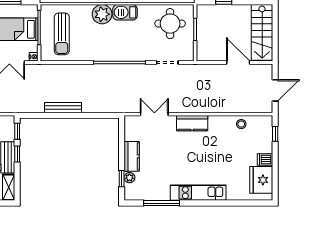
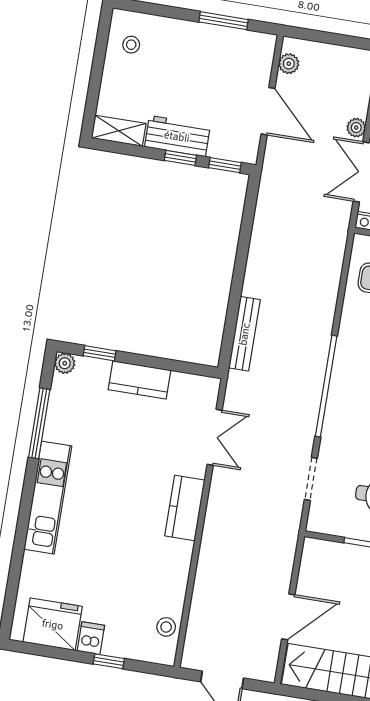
bench: (63, 108) -> (244, 334), moved
stool: (241, 124) -> (166, 627), moved
window: (275, 134) -> (109, 661), moved
plant: (129, 178) -> (65, 363), moved

